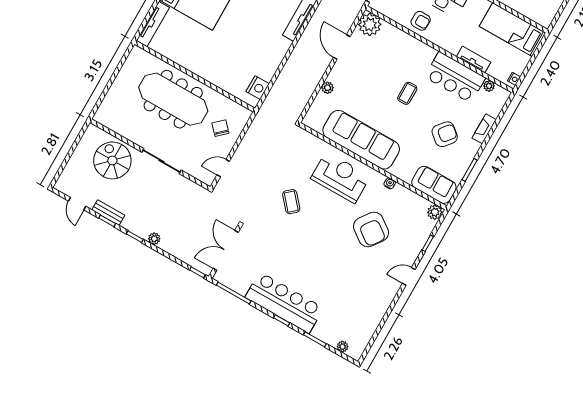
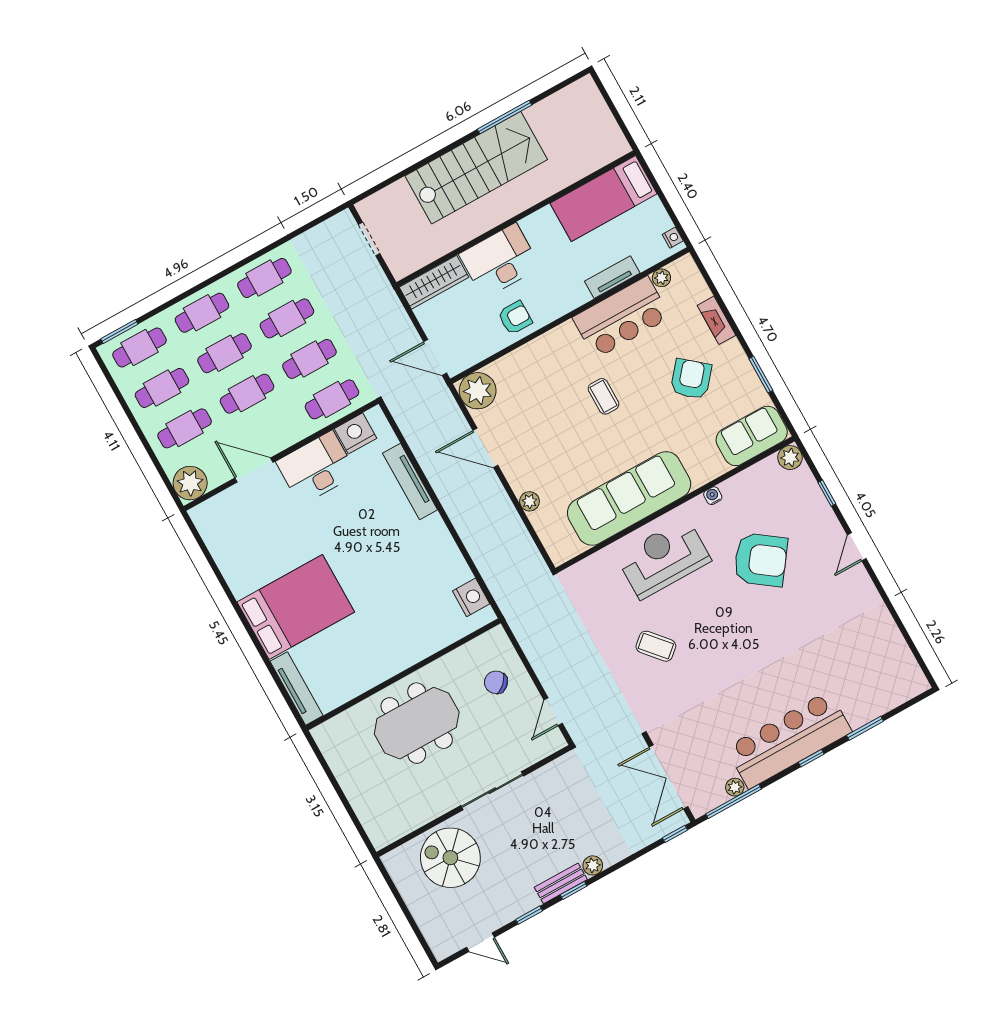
meeting table: (173, 99) -> (417, 723), width x0.73
bench: (108, 213) -> (561, 883), moved
plant: (342, 347) -> (735, 787), moved

